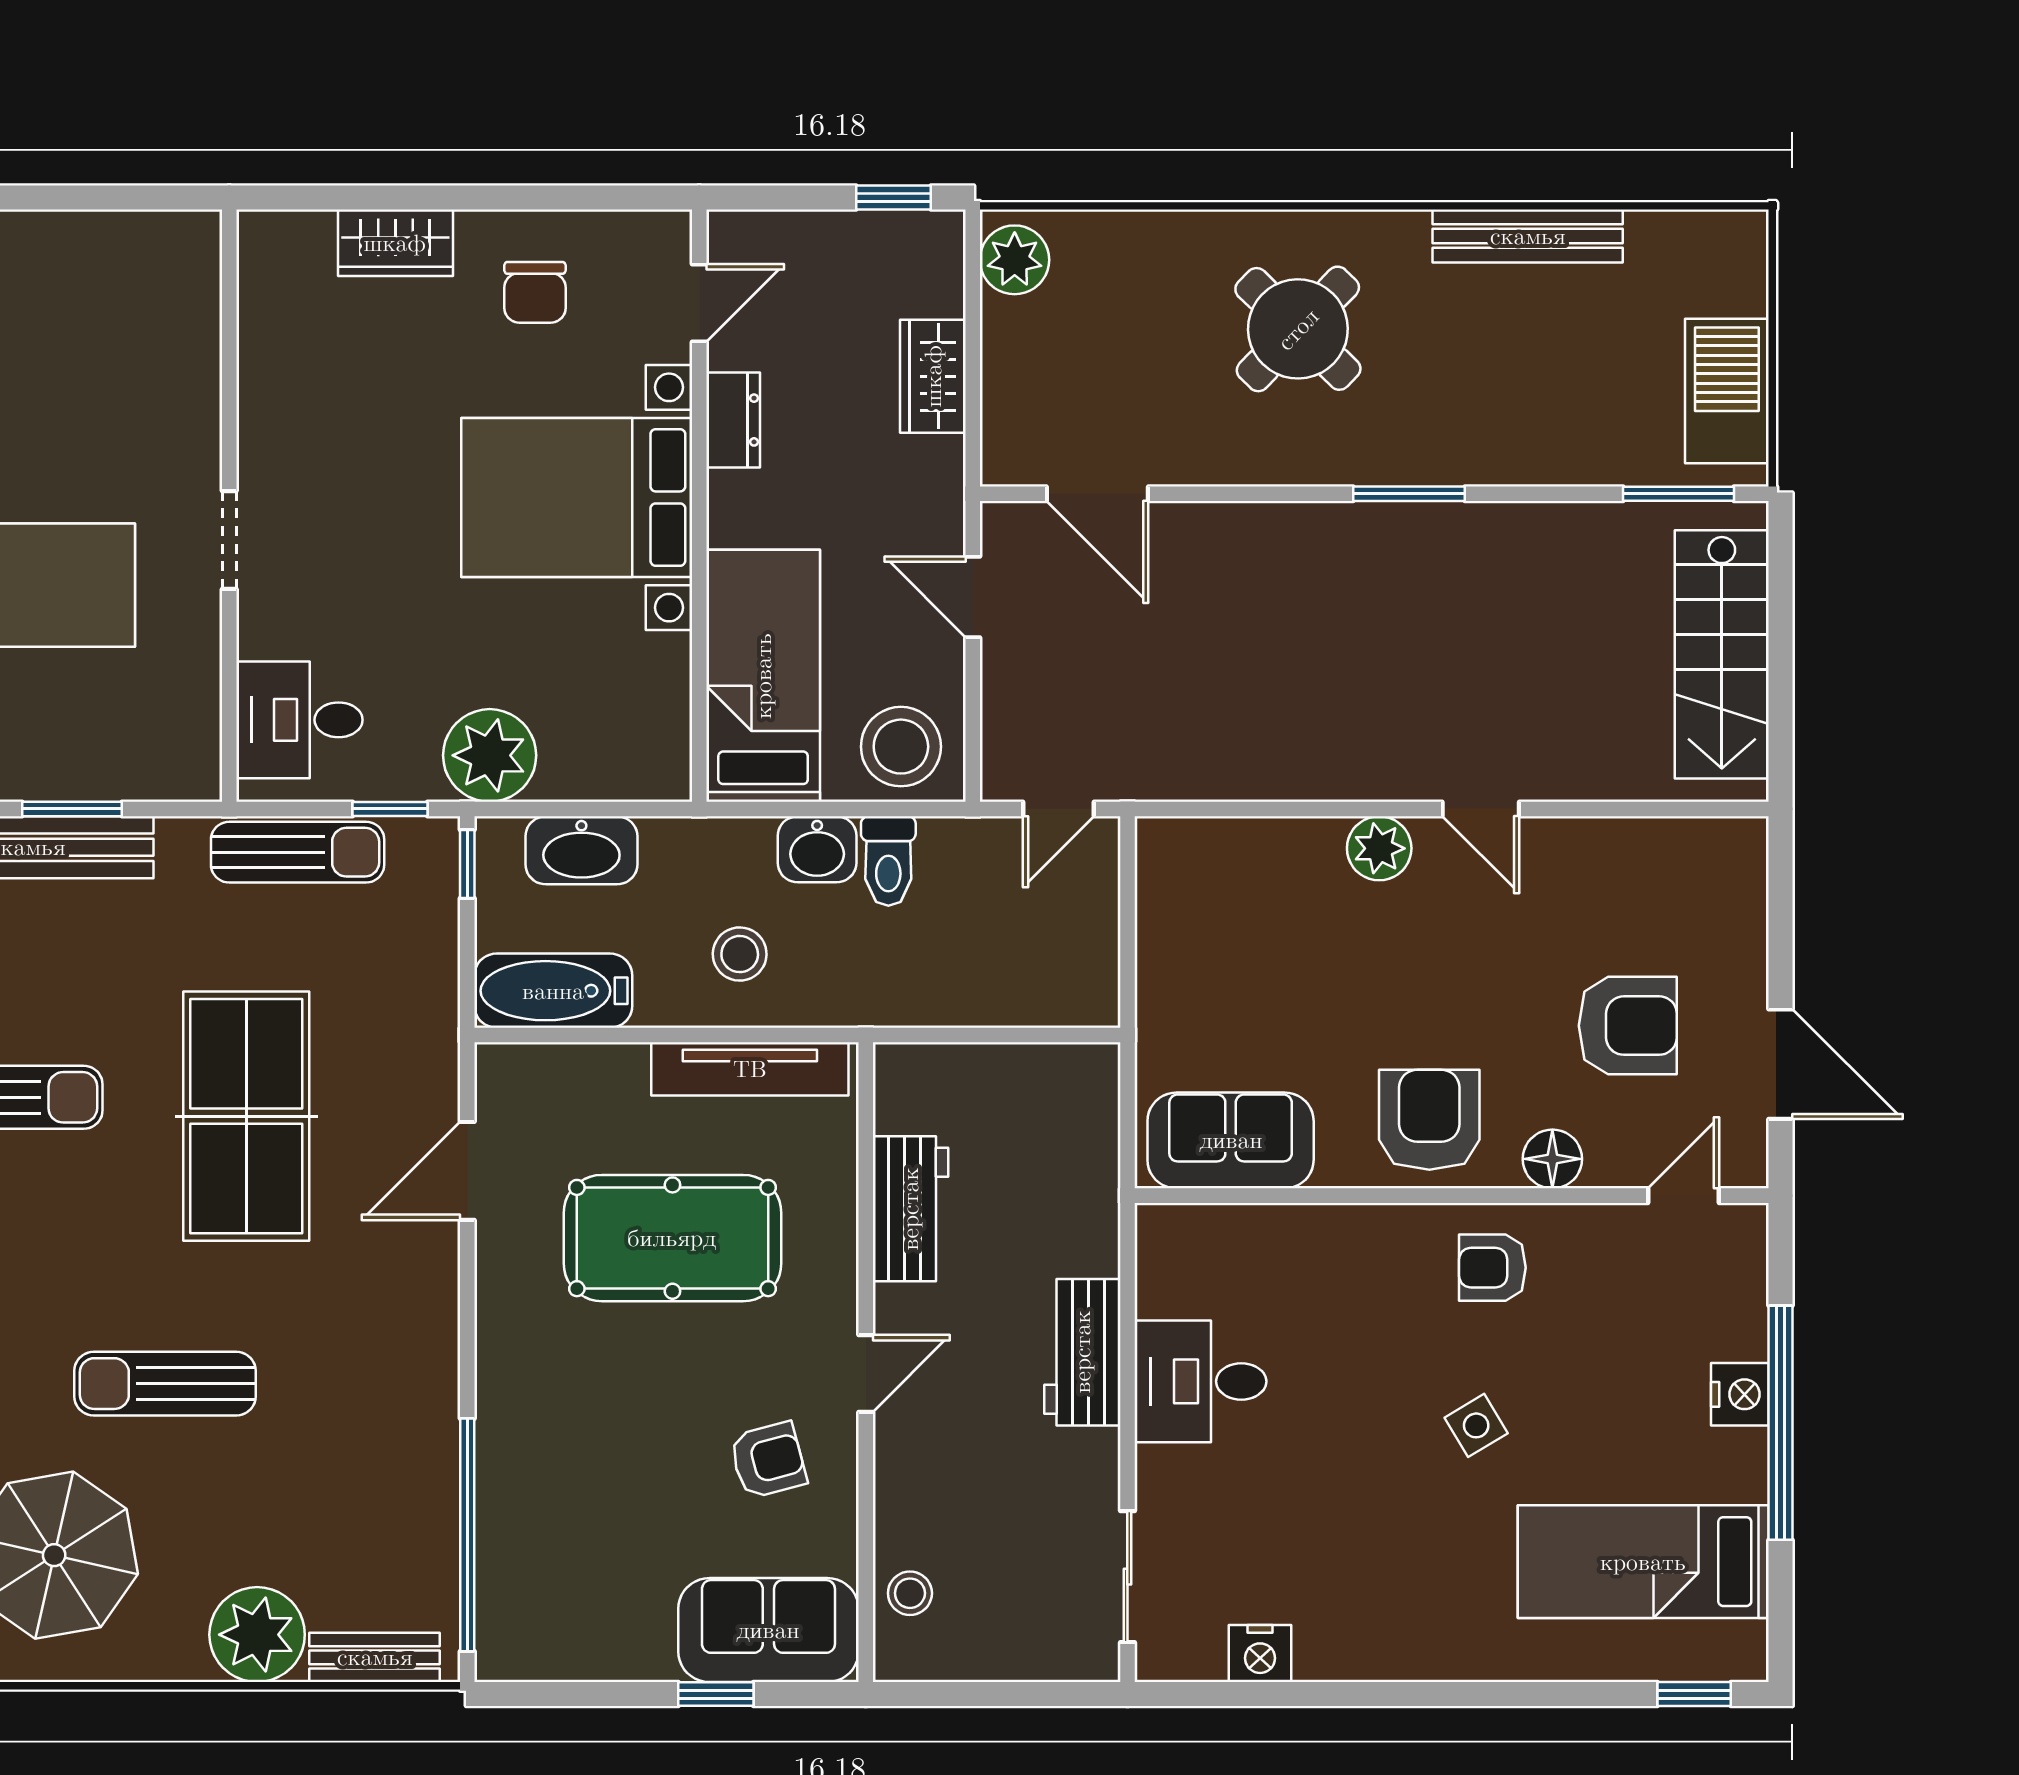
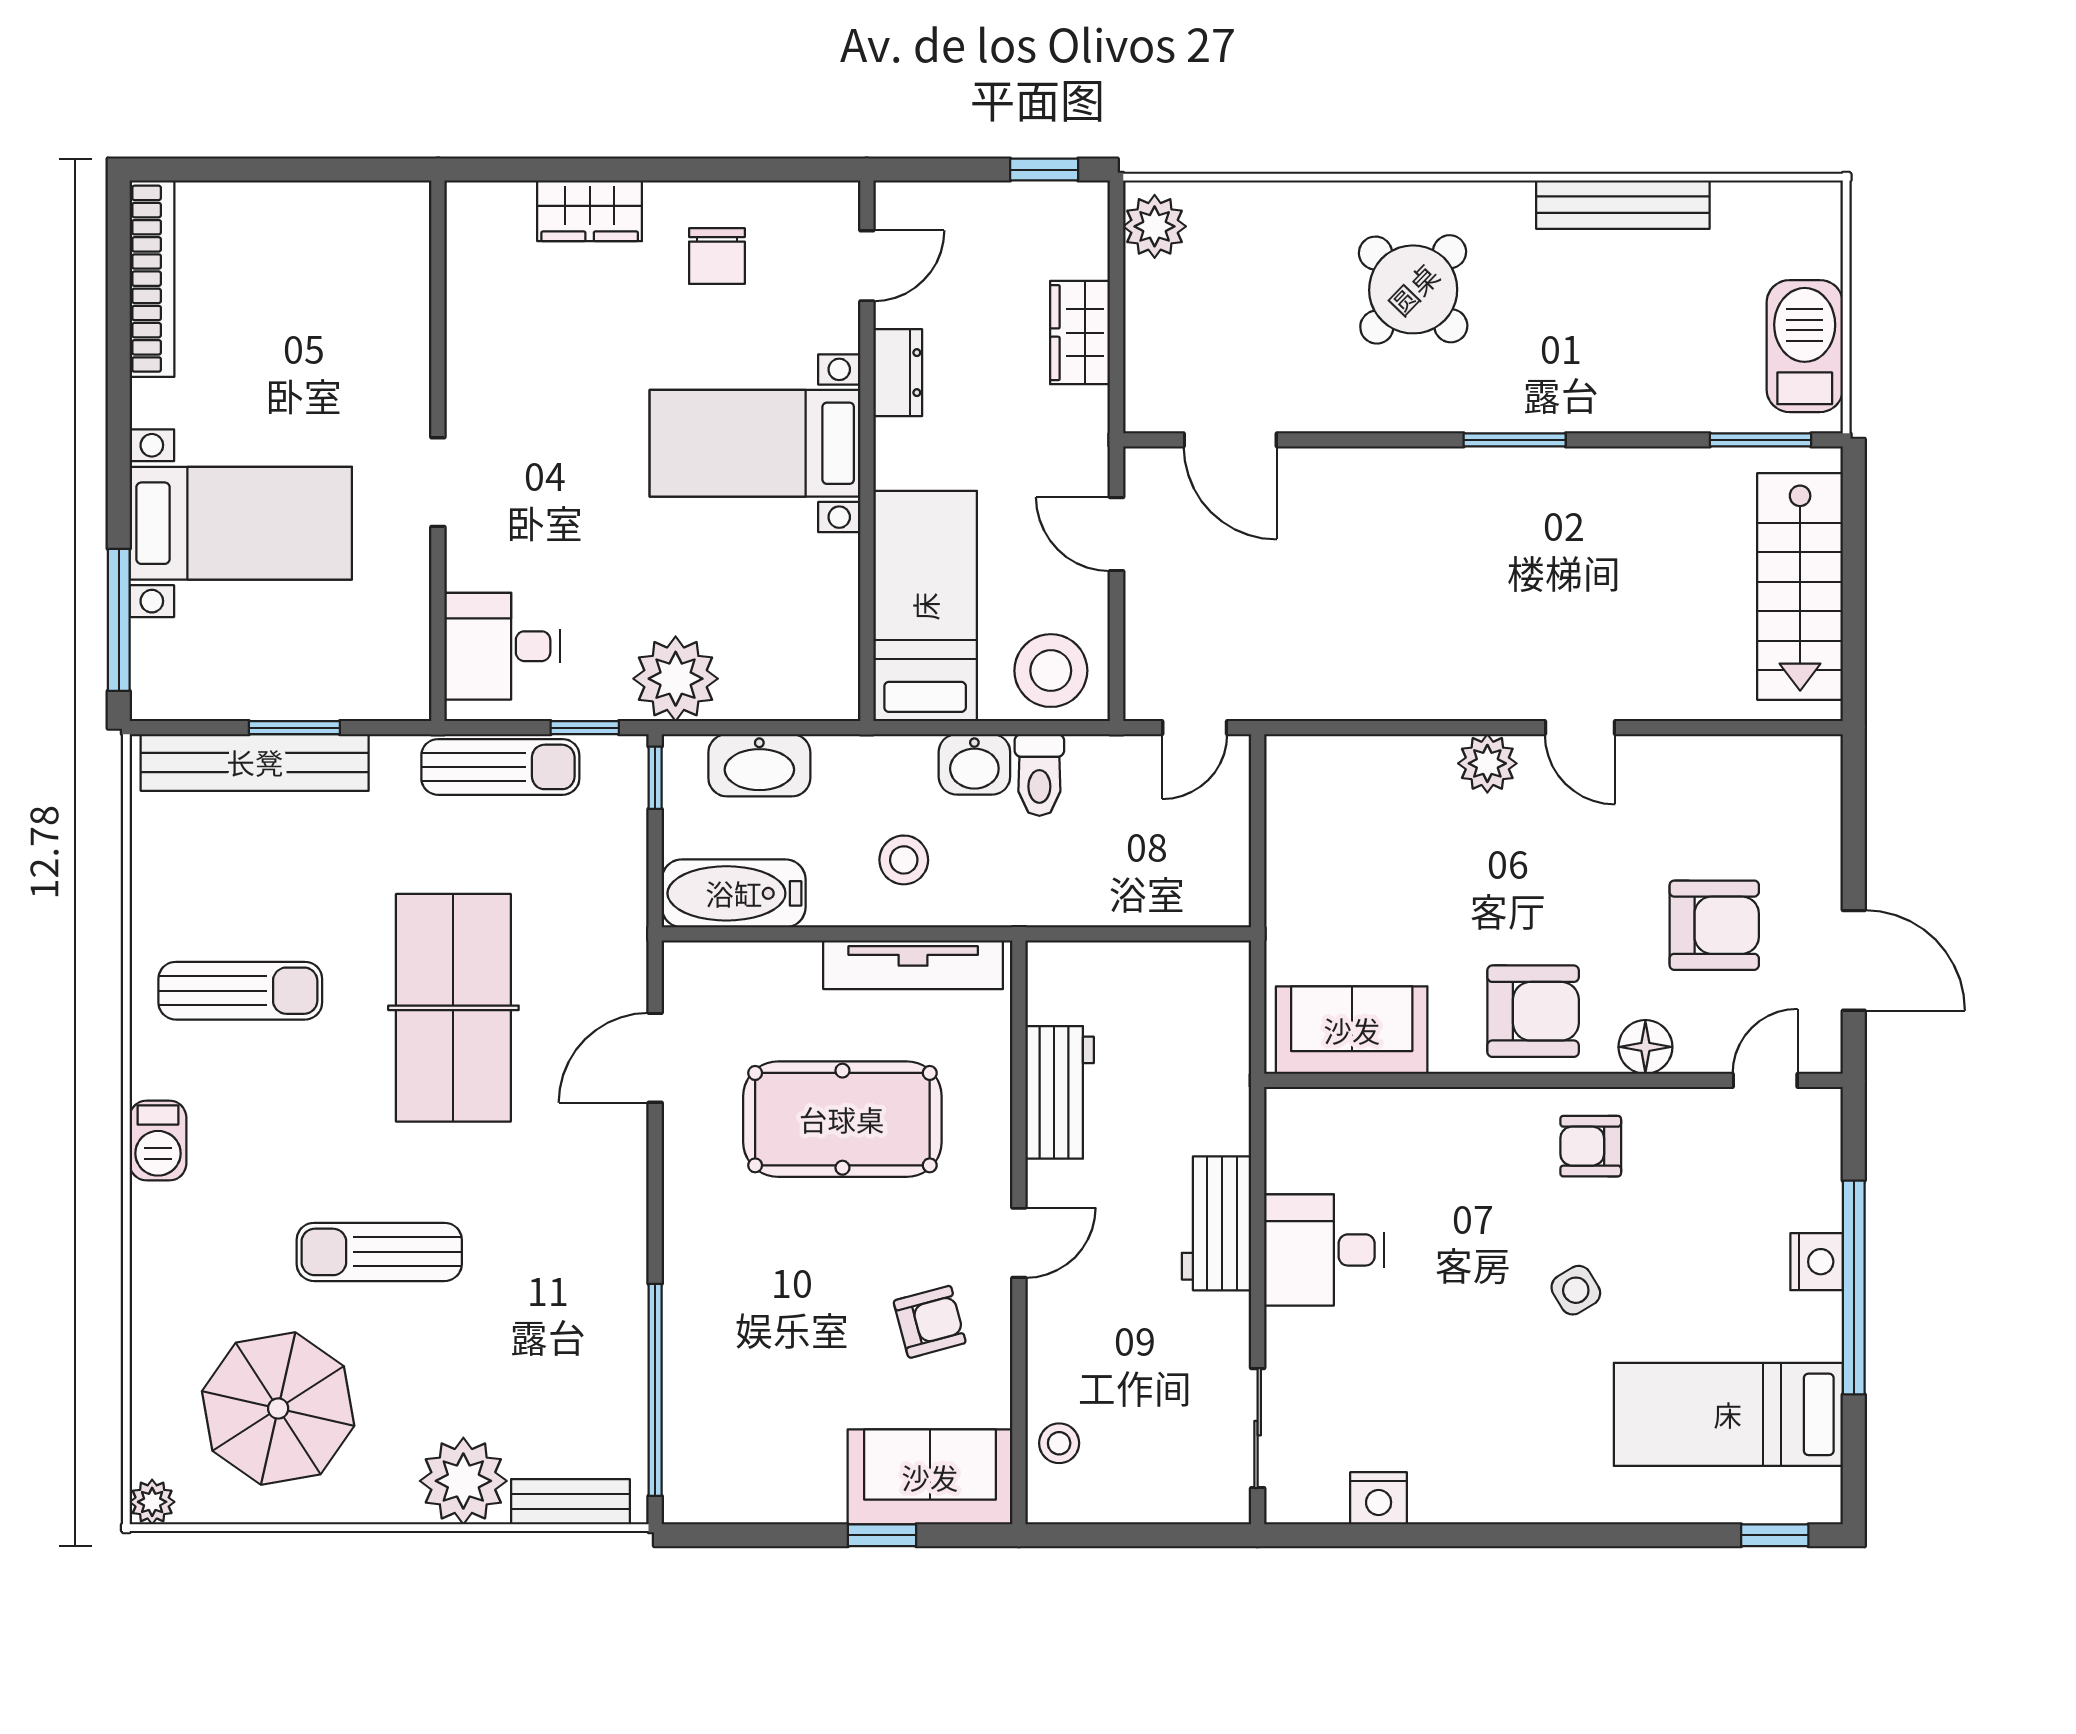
bed with nightstands: (577, 497) -> (755, 443), width x0.73
armchair: (1429, 1120) -> (1533, 1011), turned 90

